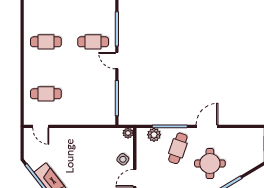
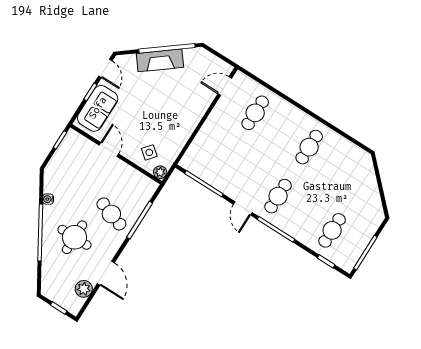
door: (117, 61) -> (243, 208), swing flipped
door: (207, 126) -> (106, 273), moved
plant: (154, 135) -> (84, 289), moved
side table: (123, 159) -> (149, 152), moved

